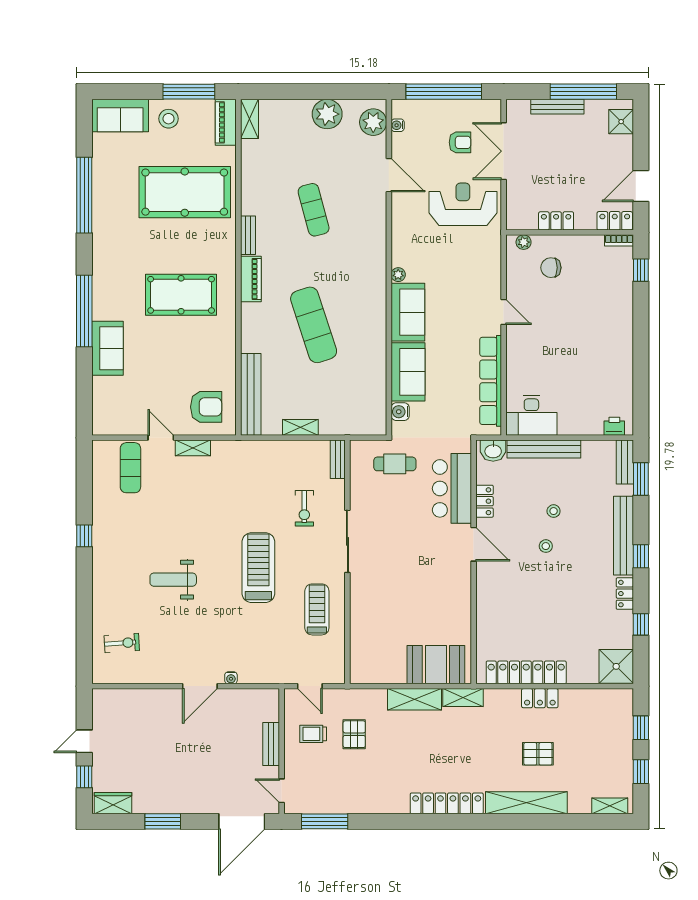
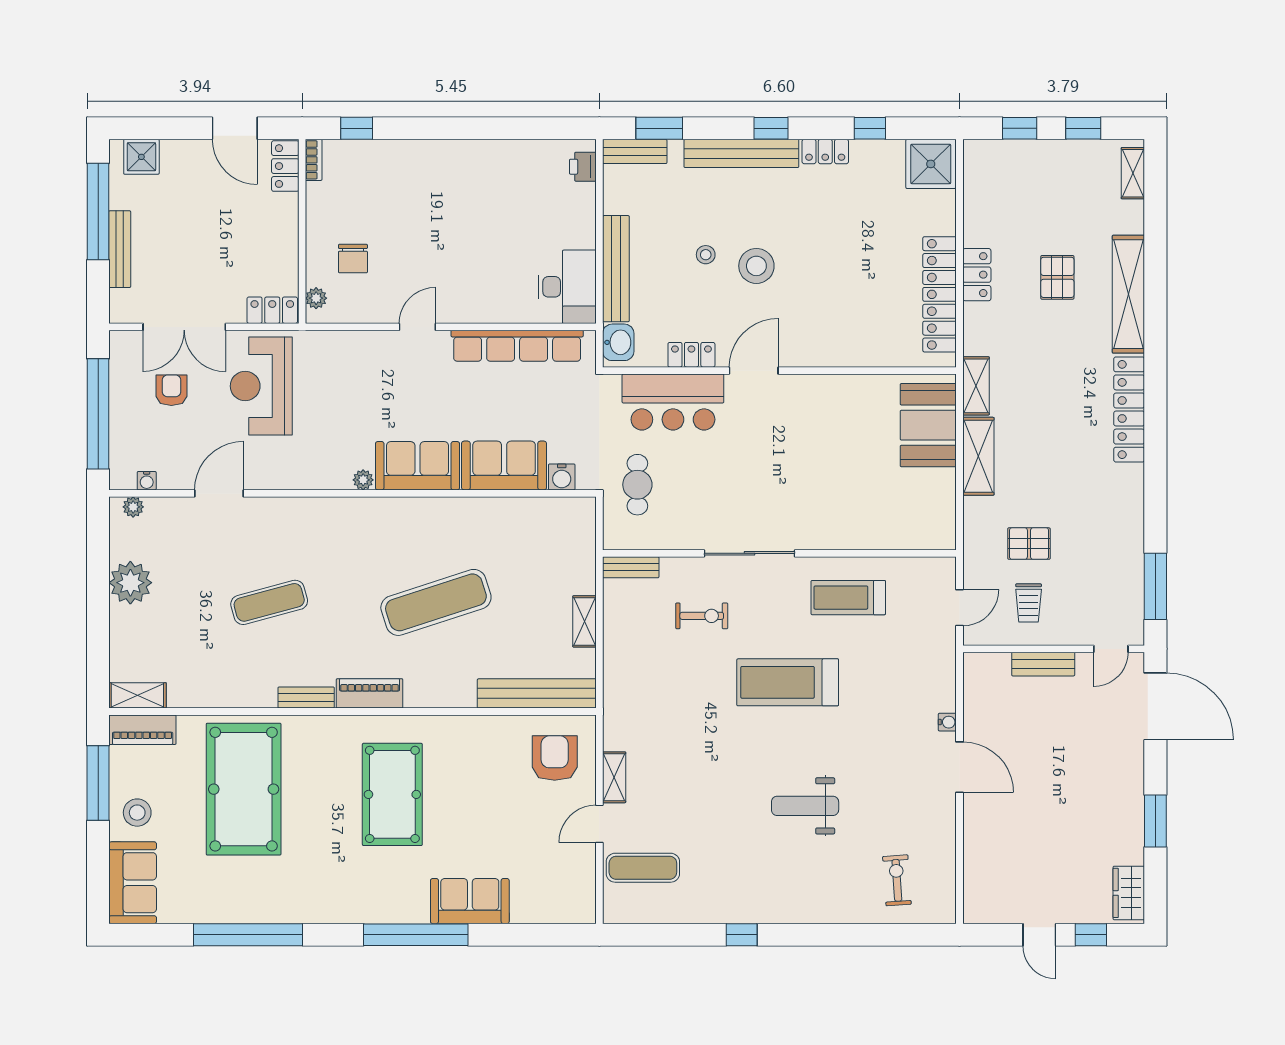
plant: (373, 122) -> (133, 507), width x0.53, depth x0.53
locker: (556, 221) -> (272, 310), moved, turned 90
stool: (546, 546) -> (756, 266), width x1.89, depth x1.89
weight bench: (173, 580) -> (805, 806), turned 90

